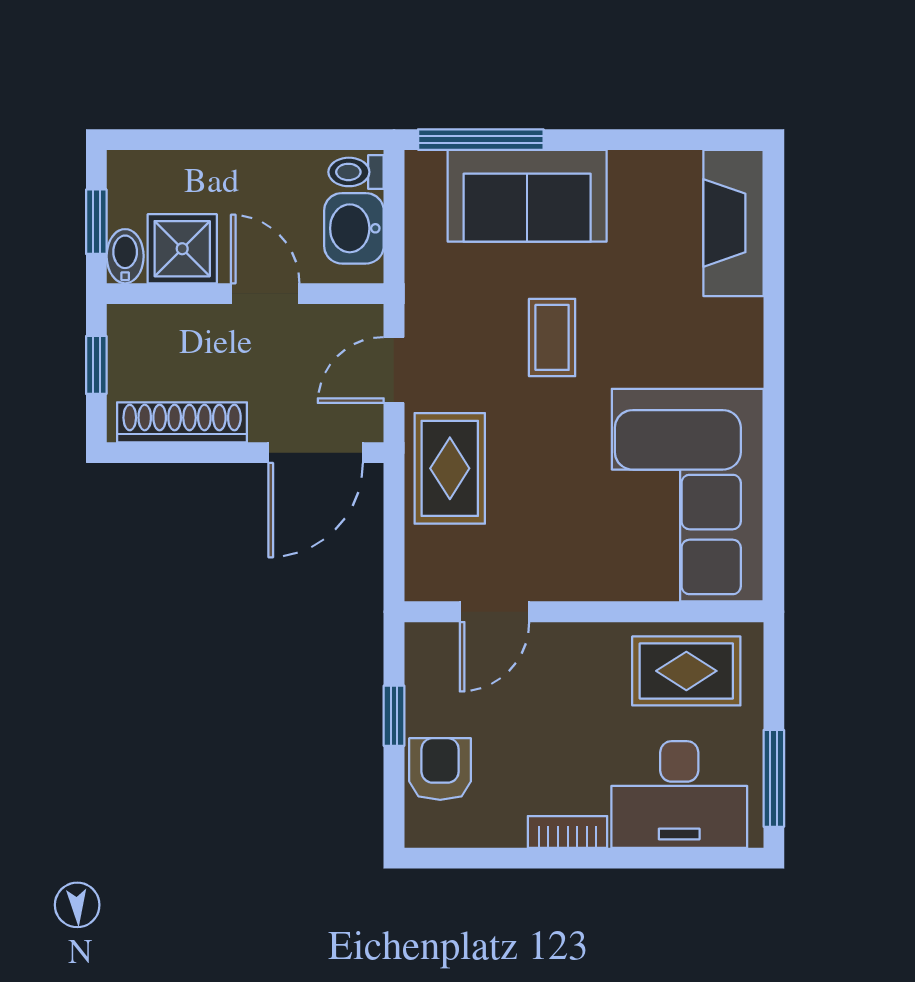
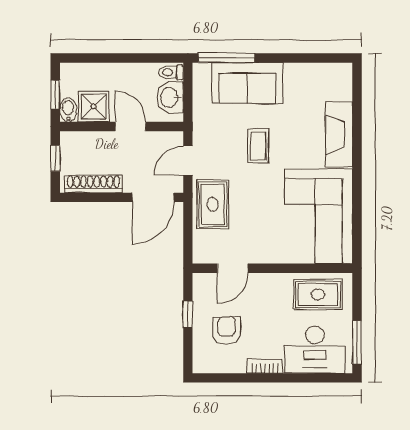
fireplace: (733, 223) -> (339, 135), moved
armchair: (440, 769) -> (227, 330), moved

